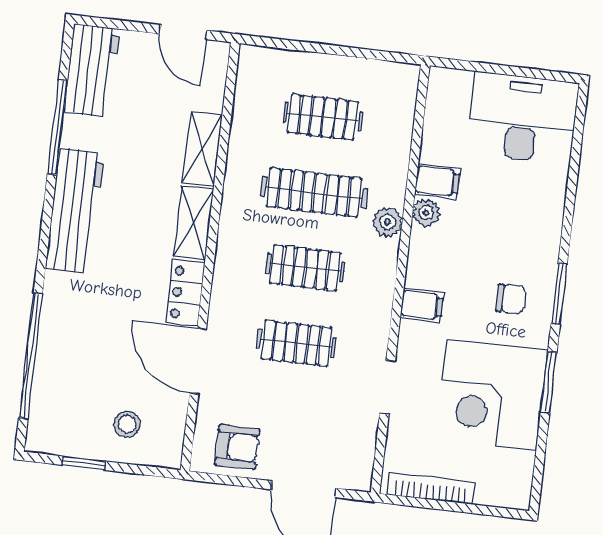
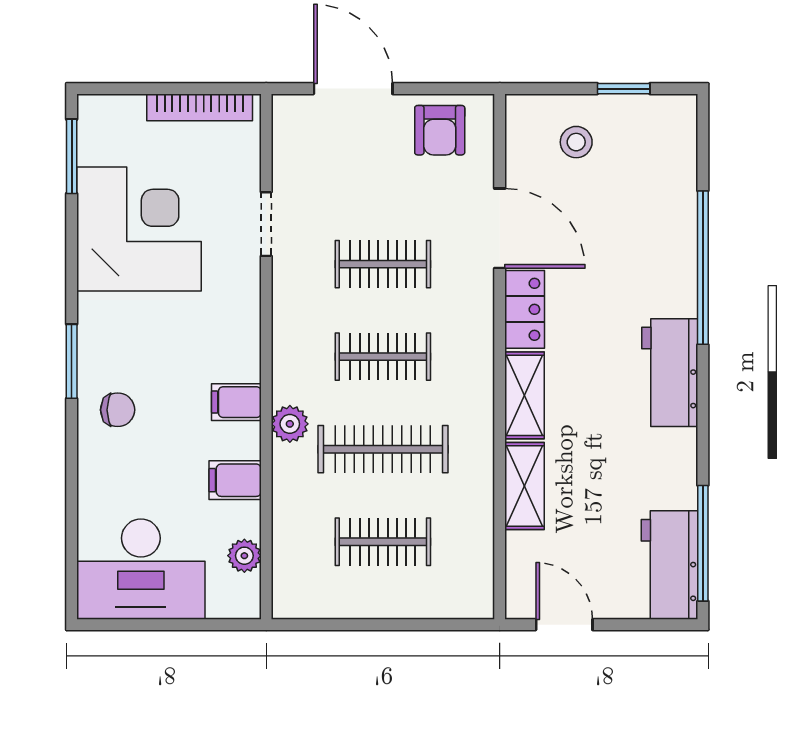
window: (57, 127) -> (703, 543), moved
workbench: (75, 211) -> (670, 373), width x0.73
plant: (426, 213) -> (244, 556), moved
chair: (511, 299) -> (118, 410), moved, turned 180
filing cabinet: (422, 305) -> (236, 402), moved
window: (31, 356) -> (703, 268), moved
window: (549, 382) -> (72, 156), moved
armchair: (237, 447) -> (440, 130), turned -90

